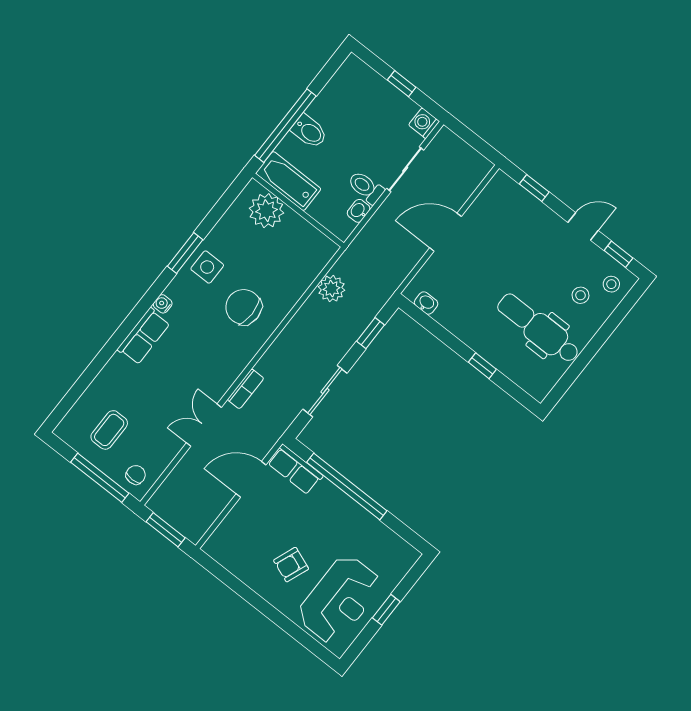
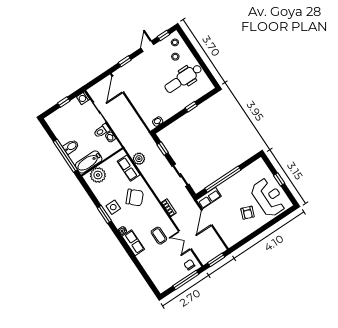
door: (445, 232) -> (118, 84), moved
row of seats: (304, 273) -> (129, 168), added
chair: (244, 307) -> (135, 197), turned -137
double door: (204, 425) -> (185, 240), moved
coffee table: (109, 430) -> (159, 236), moved

